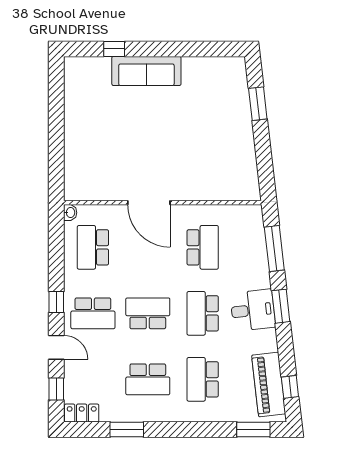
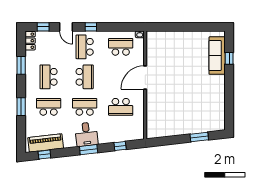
sofa: (146, 71) -> (217, 56), moved
window: (274, 249) -> (120, 146), width x0.46
door: (56, 347) -> (66, 27), hinge flipped
window: (253, 430) -> (21, 107), moved

